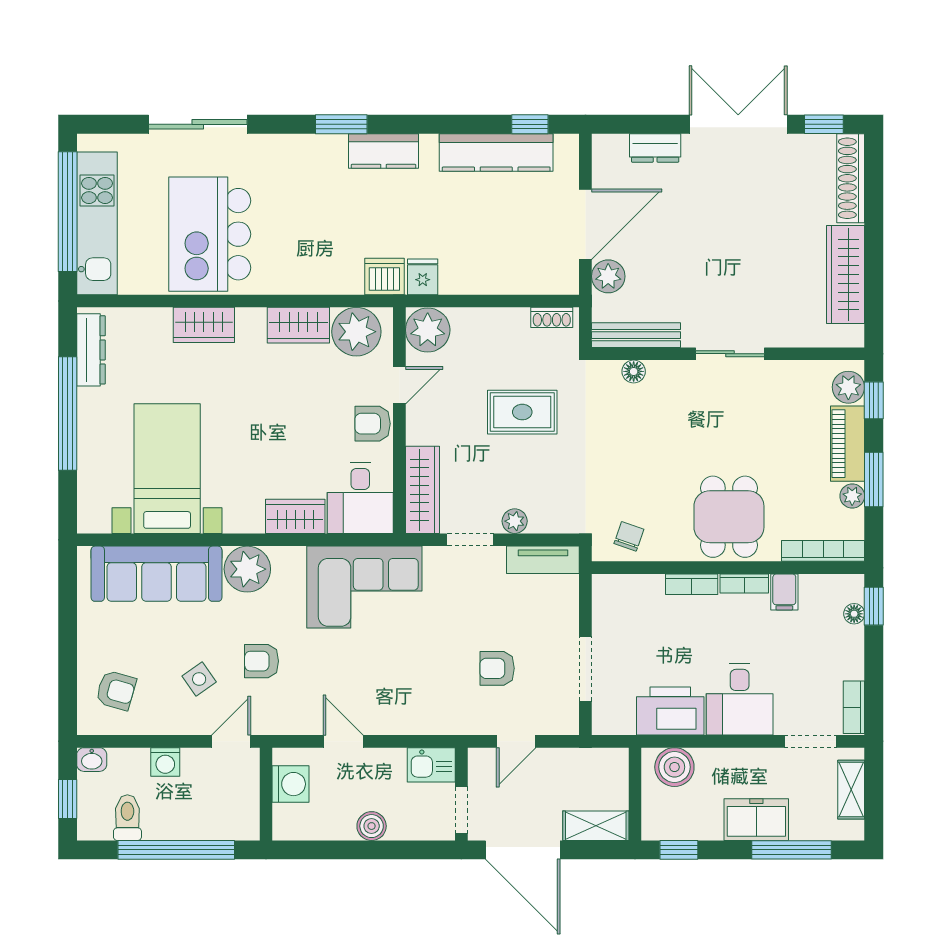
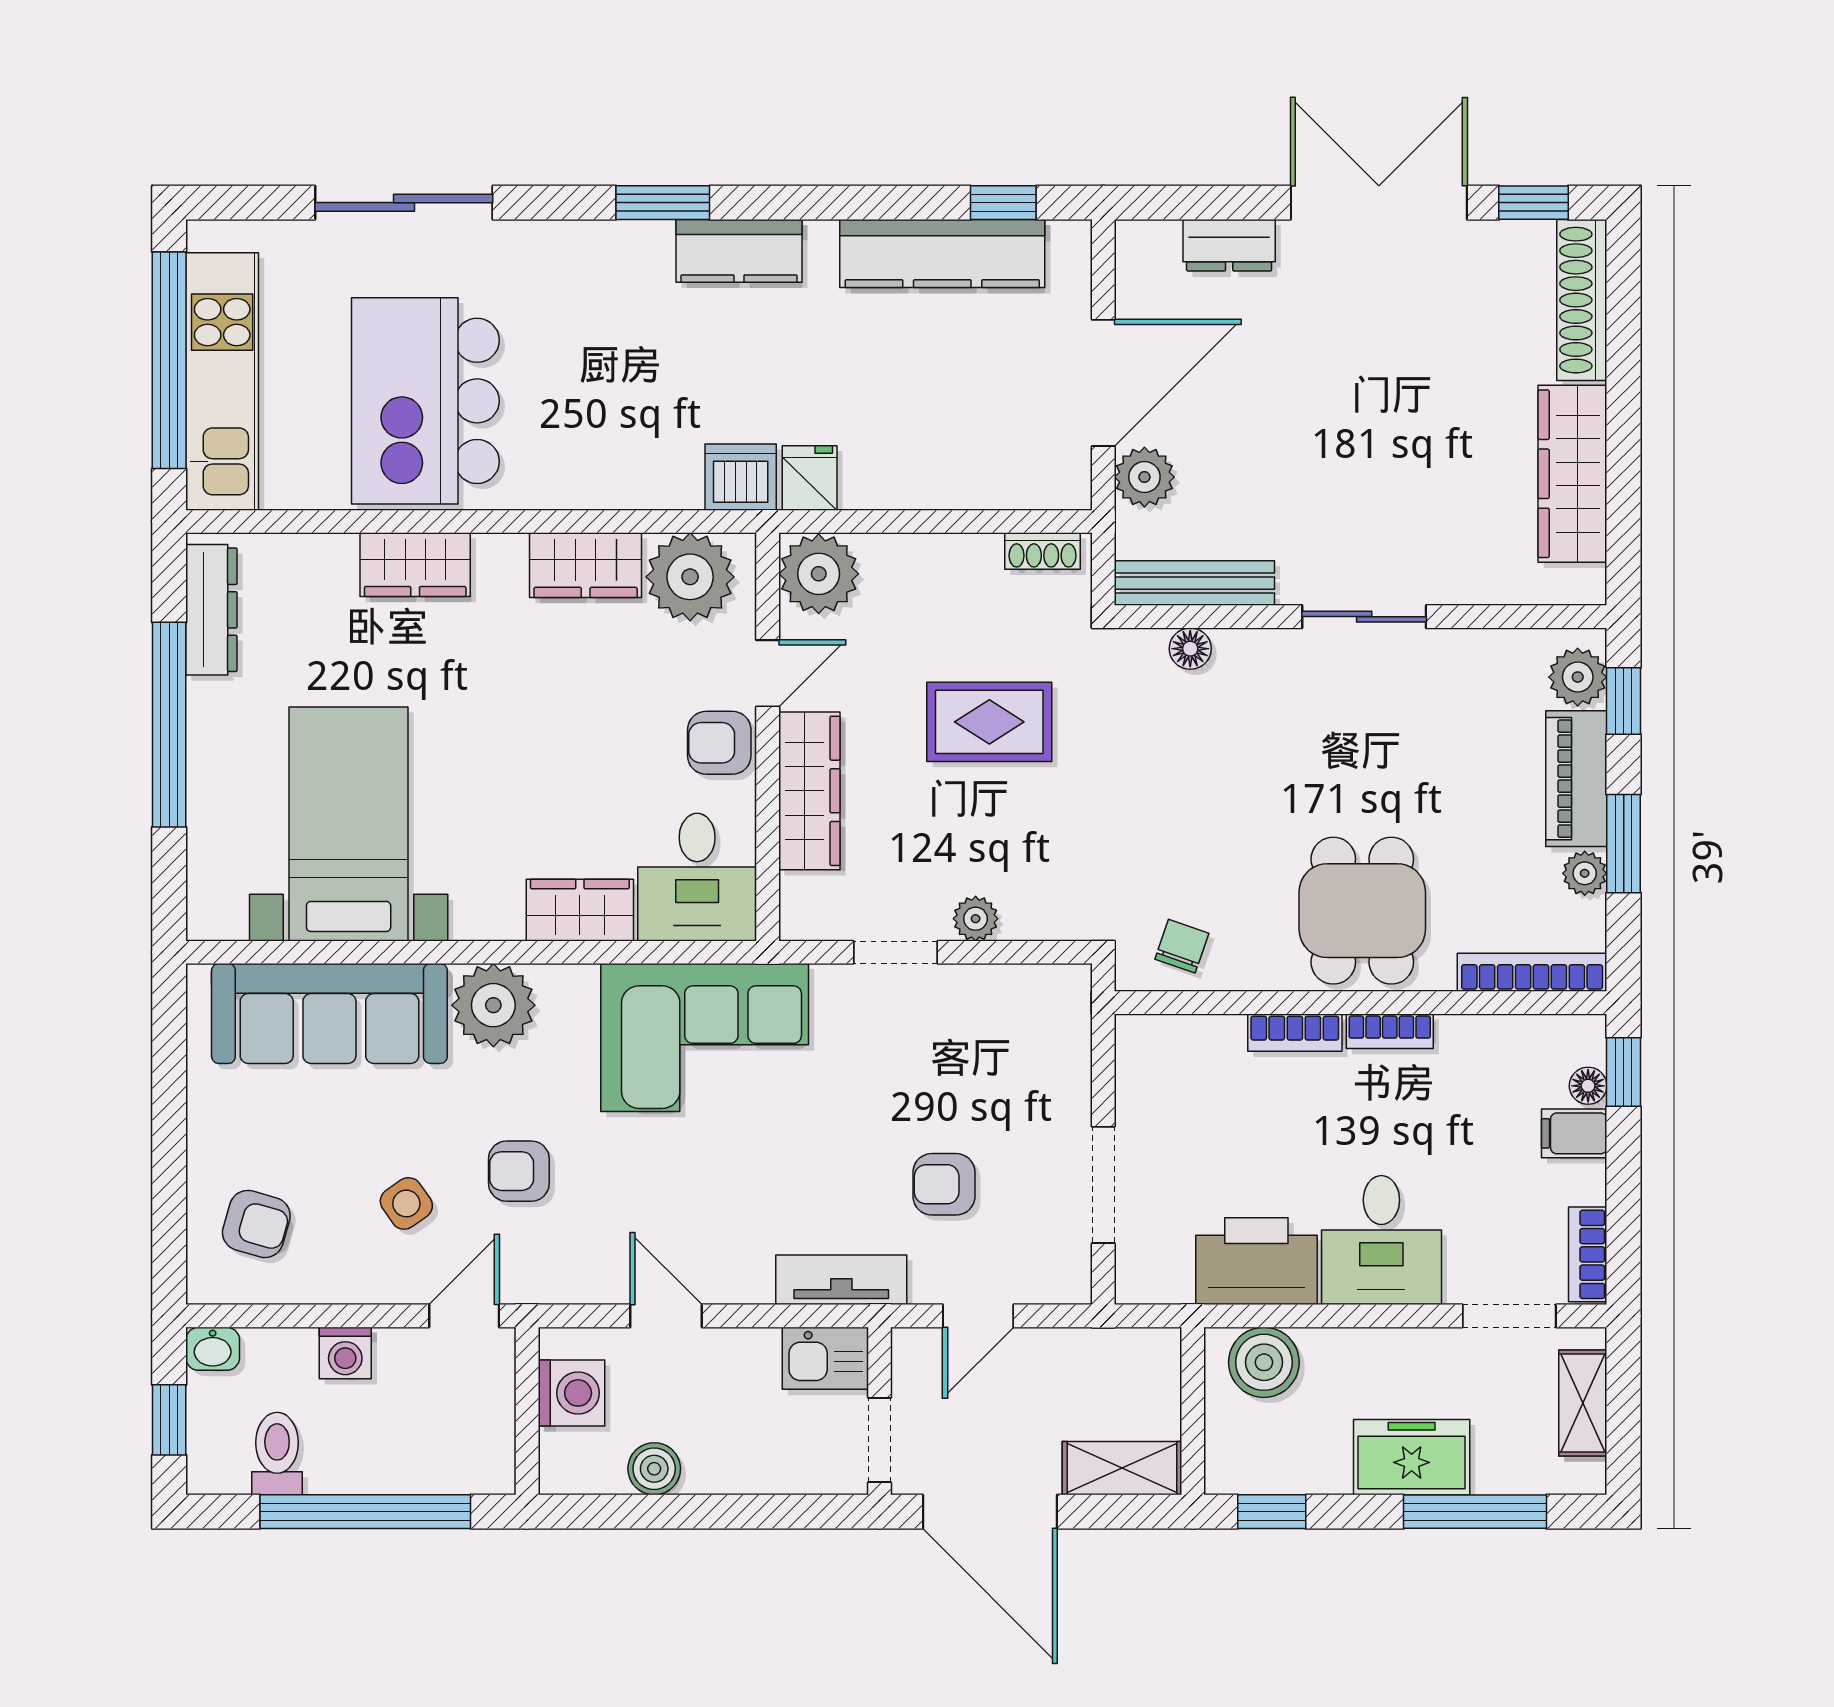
wardrobe: (422, 490) -> (809, 791), moved
tv unit: (543, 560) -> (841, 1280), moved, turned 180
filing cabinet: (784, 592) -> (1574, 1133), moved, turned 90
boiler: (372, 826) -> (654, 1469), moved

